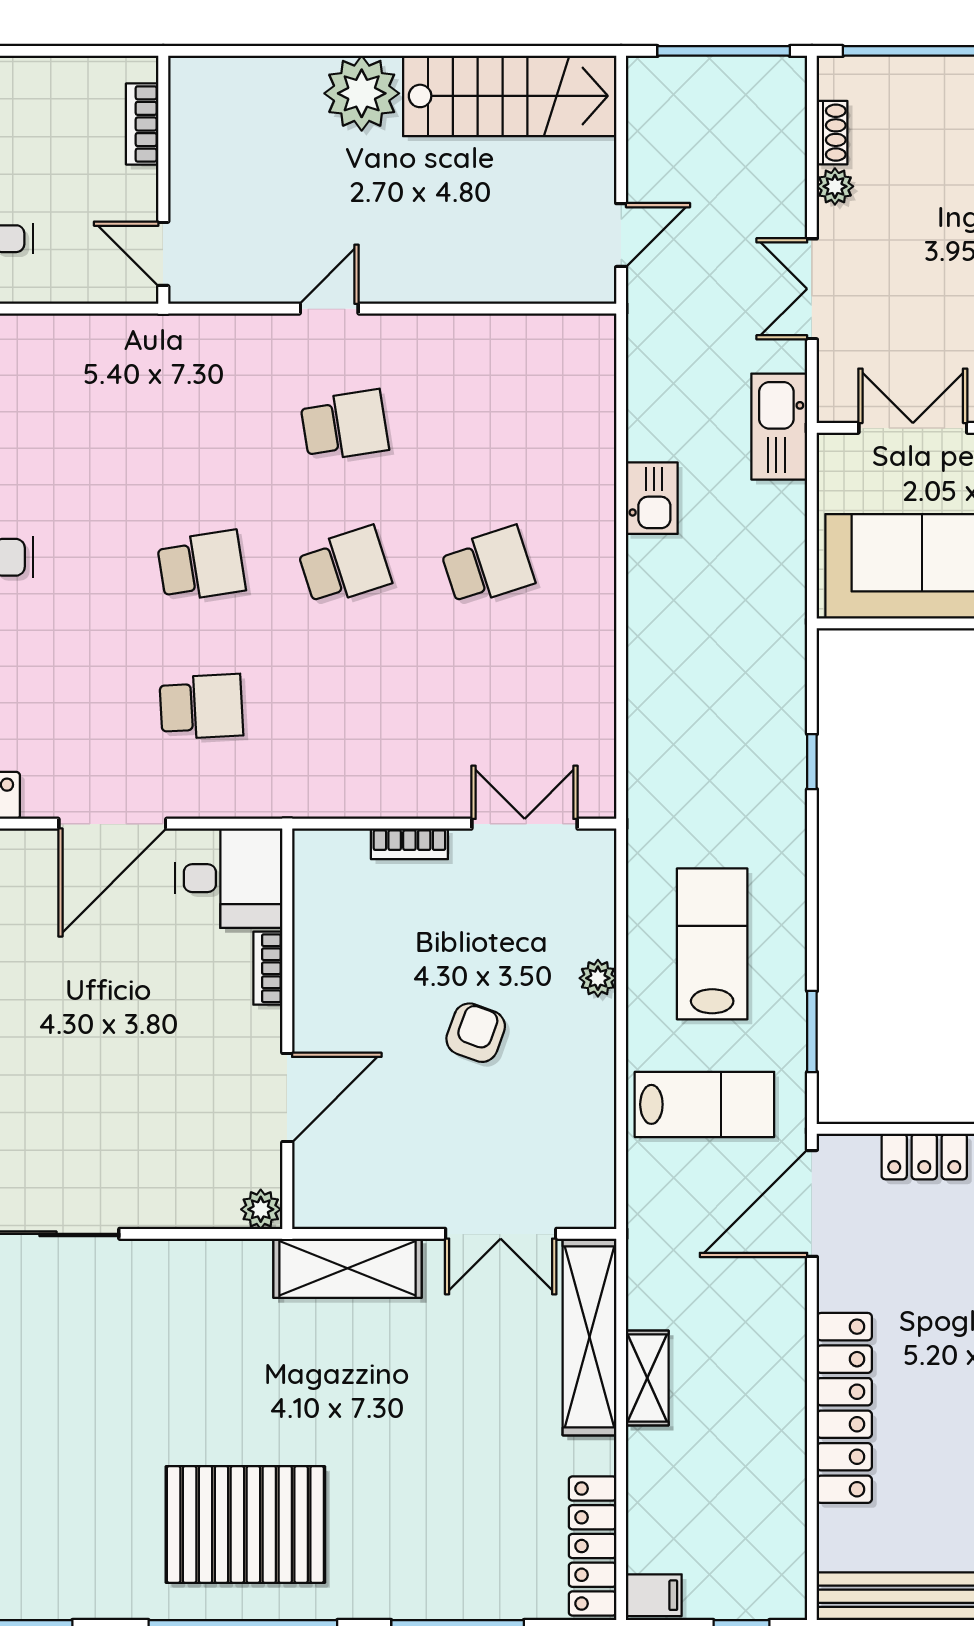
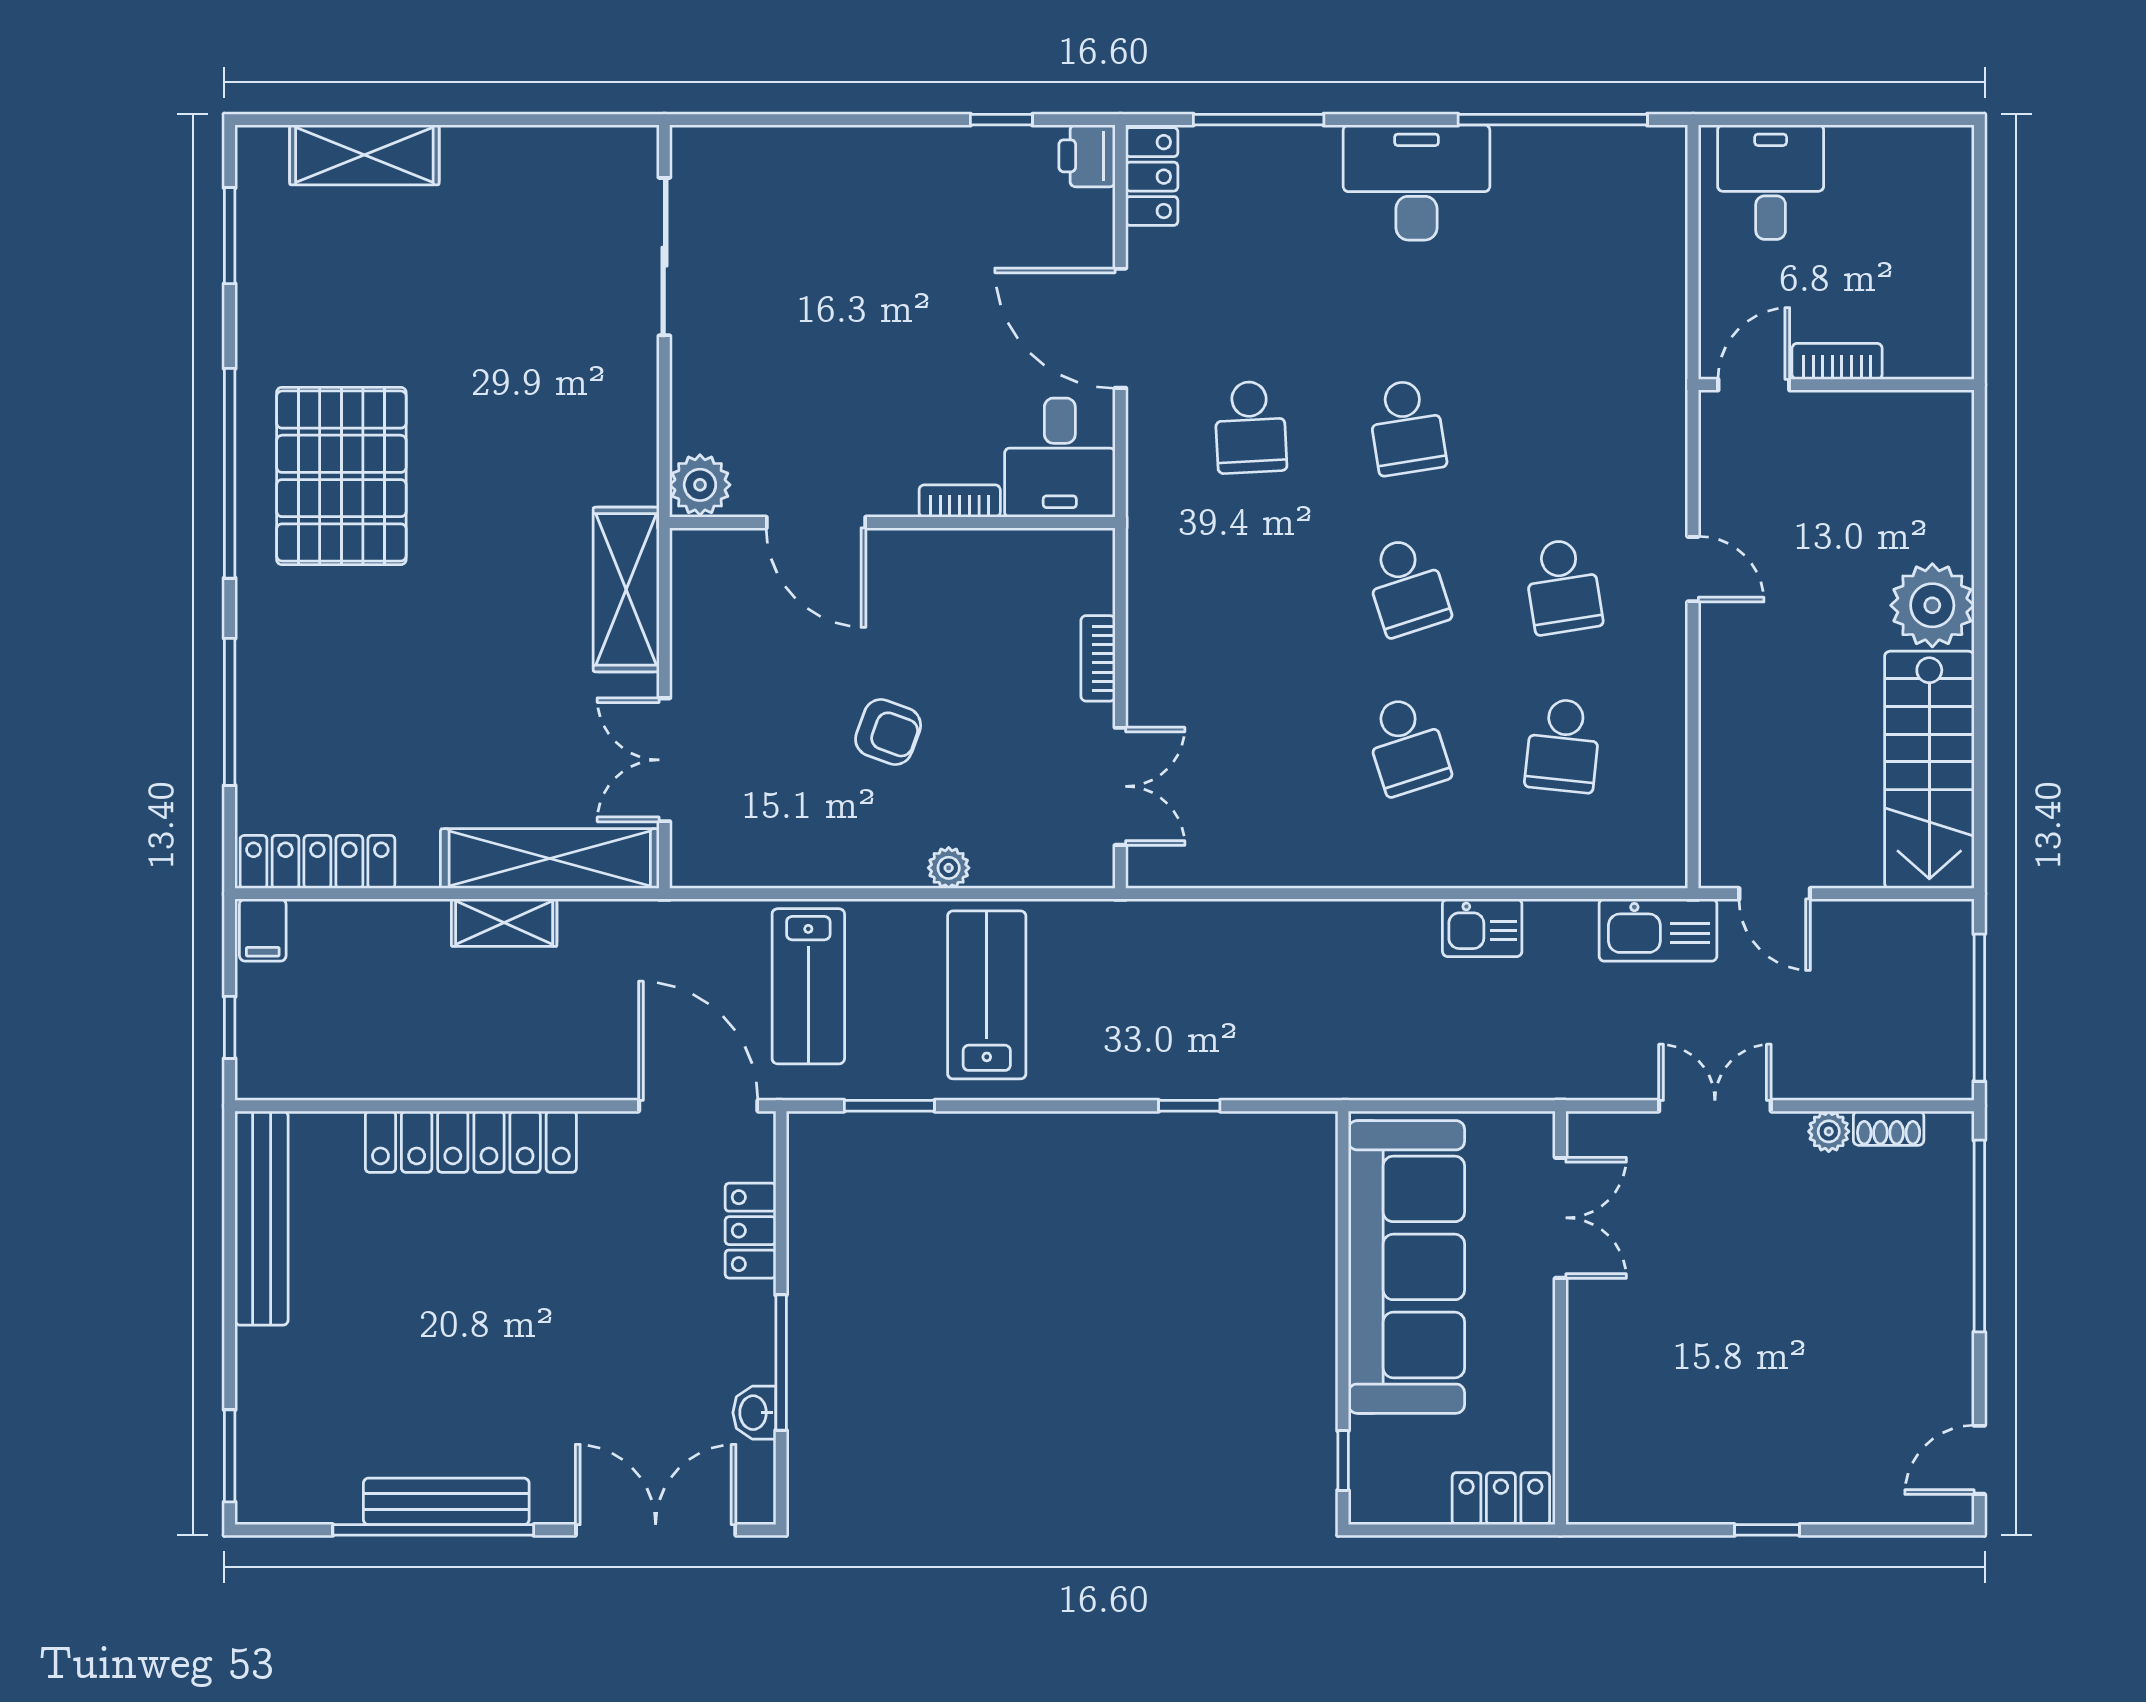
bookcase: (142, 124) -> (1837, 361), moved
school desk: (488, 426) -> (1563, 745), added
kitchen sink: (779, 427) -> (1658, 930), moved, turned 180
lab bench: (712, 944) -> (987, 995), turned -90
plant: (261, 1209) -> (700, 485), width x1.38, depth x1.38

